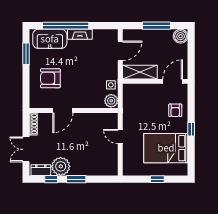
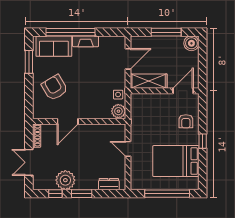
armchair: (50, 78) -> (55, 88), turned 59
dresser: (41, 170) -> (109, 184), moved
window: (157, 179) -> (167, 194), width x3.17

